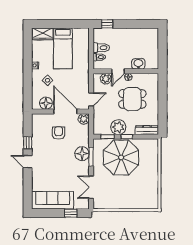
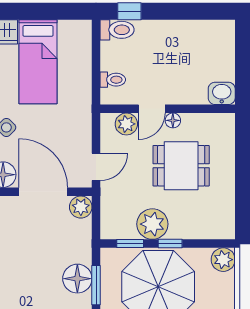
toilet: (101, 48) -> (117, 30), moved
washbasin: (138, 64) -> (222, 93), moved
dresser: (147, 130) -> (211, 230), removed
armchair: (59, 133) -> (29, 236), removed
plant: (153, 144) -> (223, 260), added

